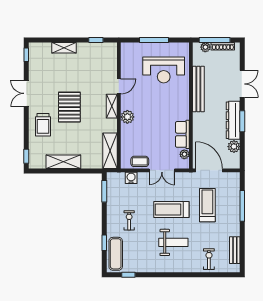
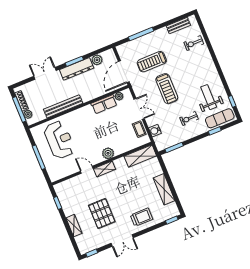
pallet: (69, 107) -> (102, 214), moved, turned 90
weight bench: (173, 242) -> (209, 97), moved

